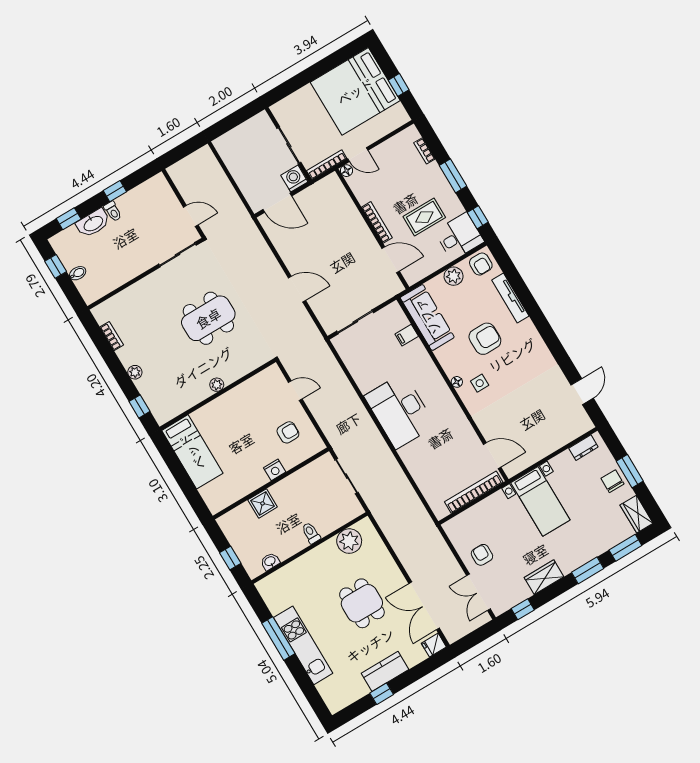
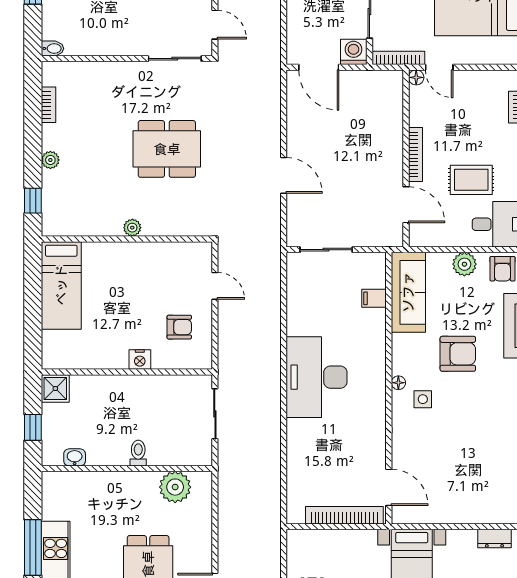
bidet: (78, 273) -> (53, 48), moved
shower: (263, 503) -> (55, 389), moved

